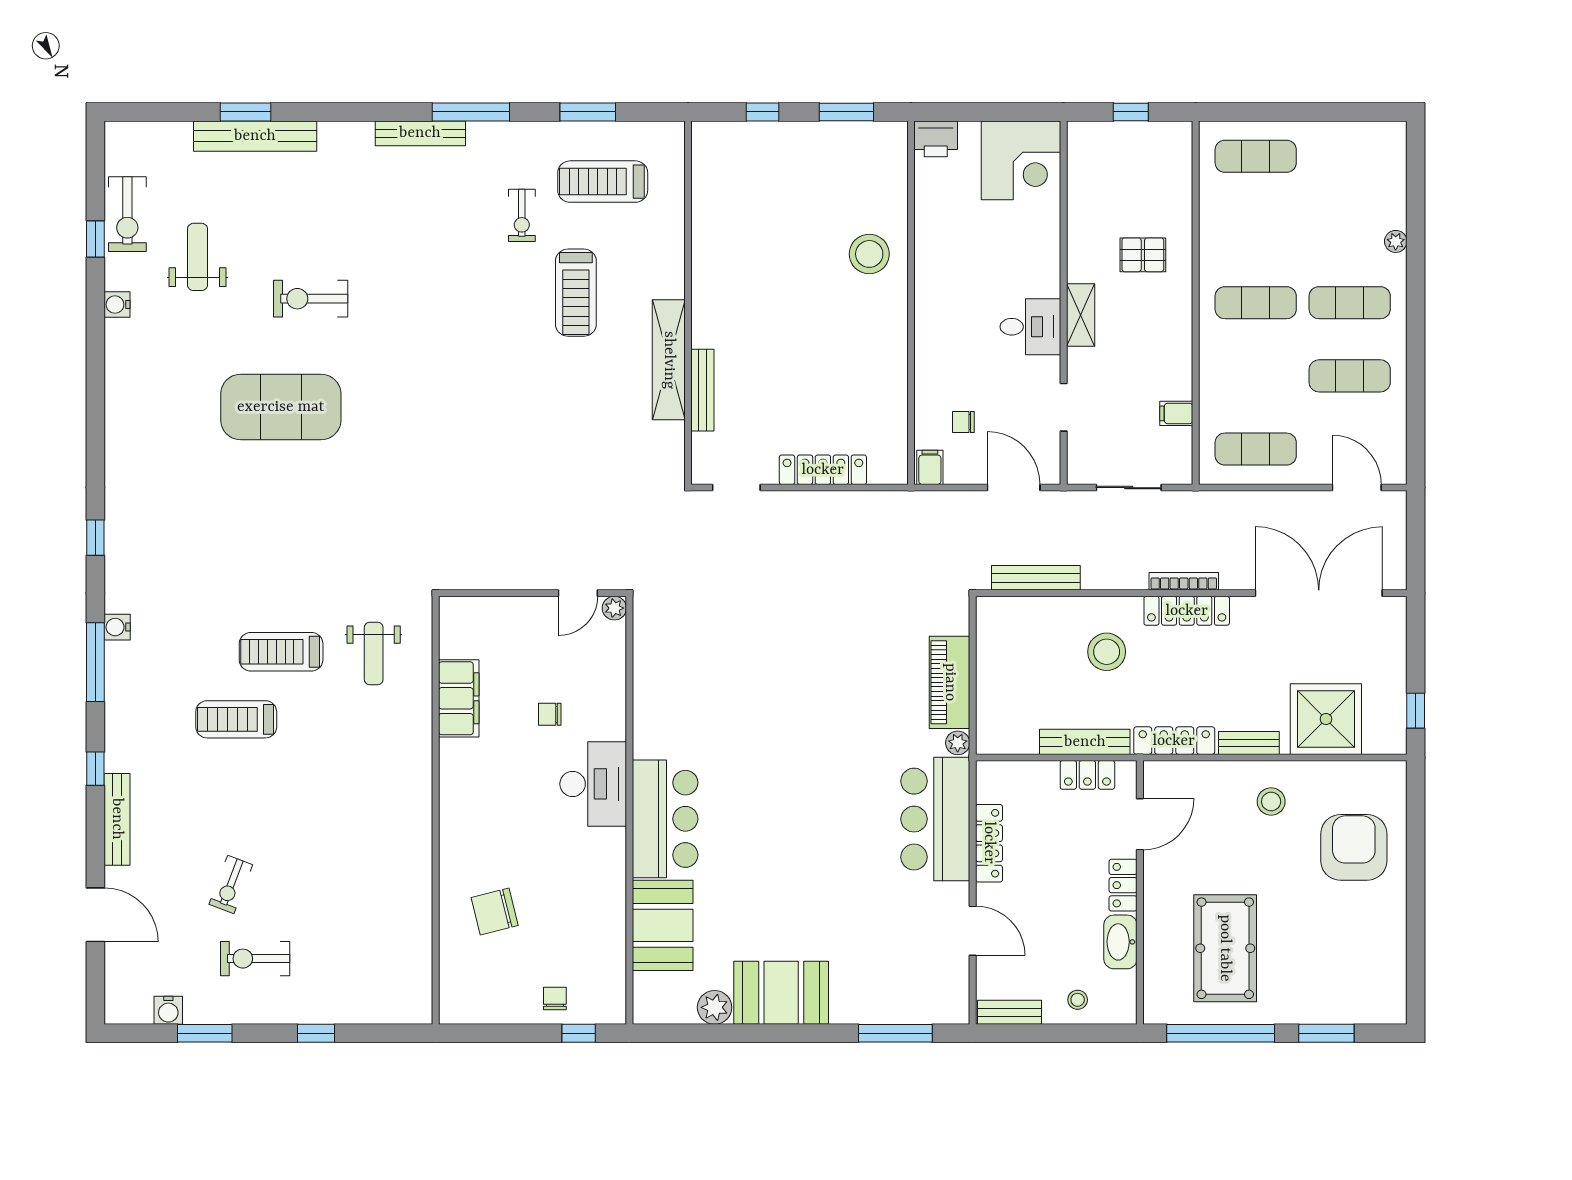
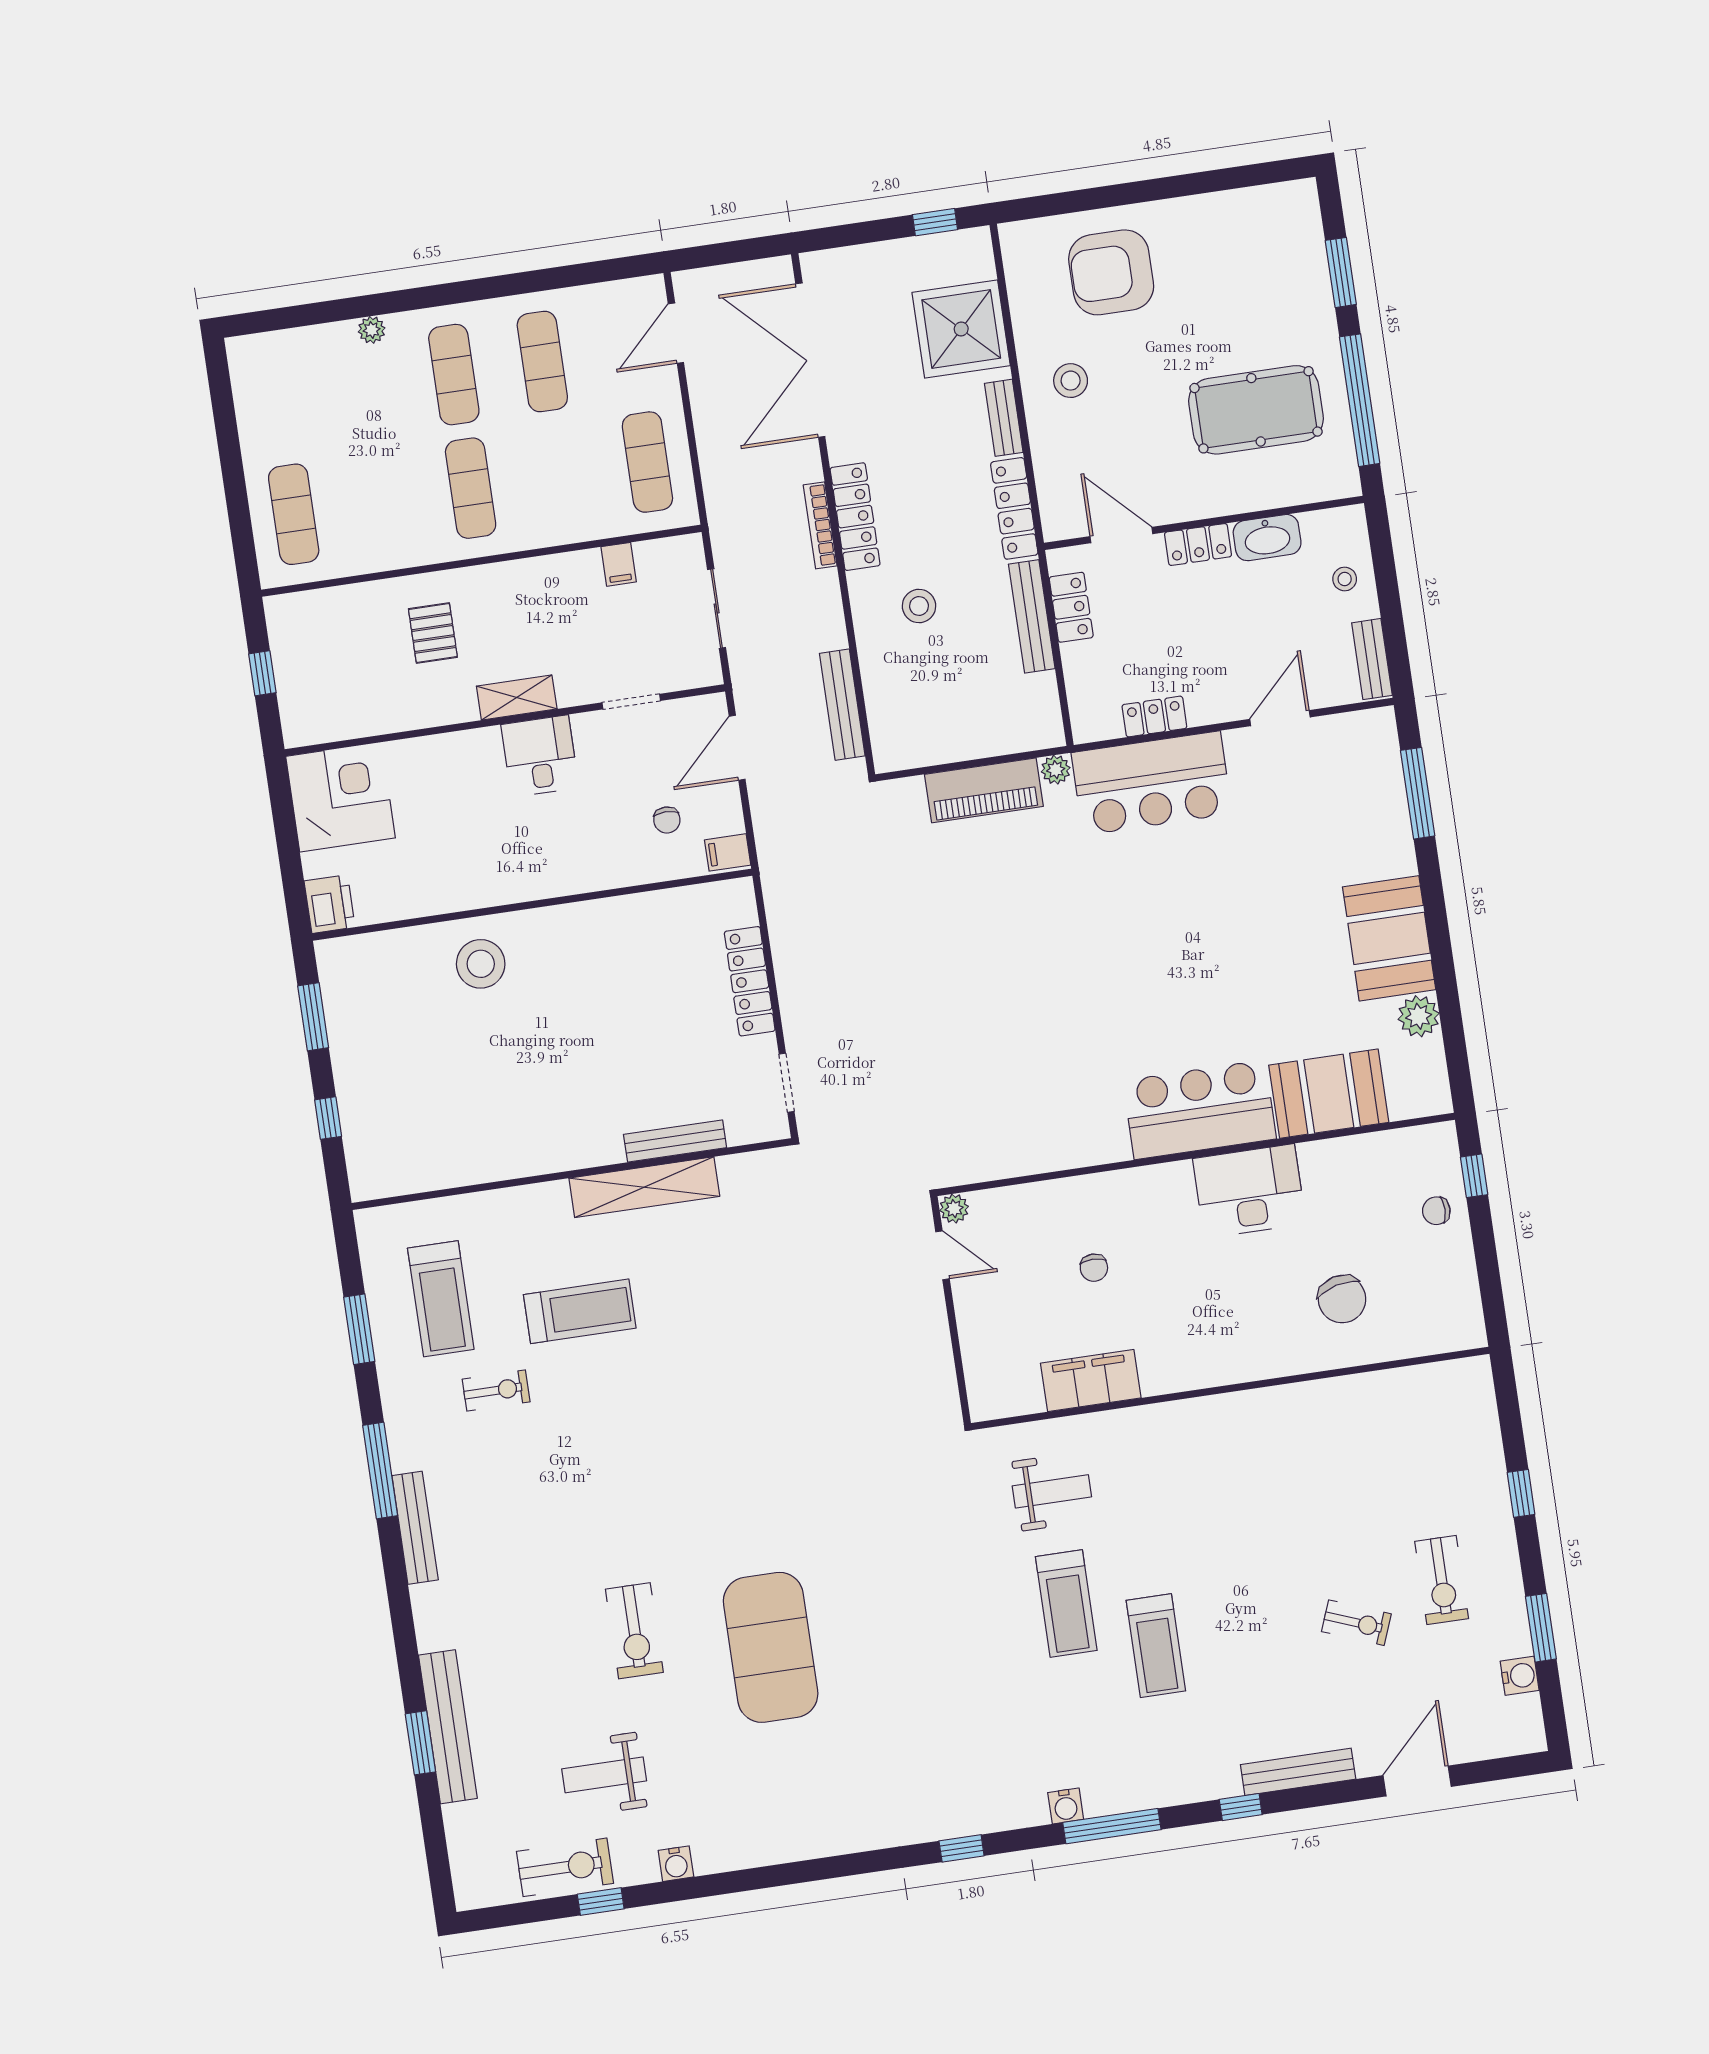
stool: (1107, 652) -> (919, 606), width x0.73, depth x0.73
desk: (593, 784) -> (1249, 1191), moved
locker: (989, 843) -> (1154, 717), width x0.66

